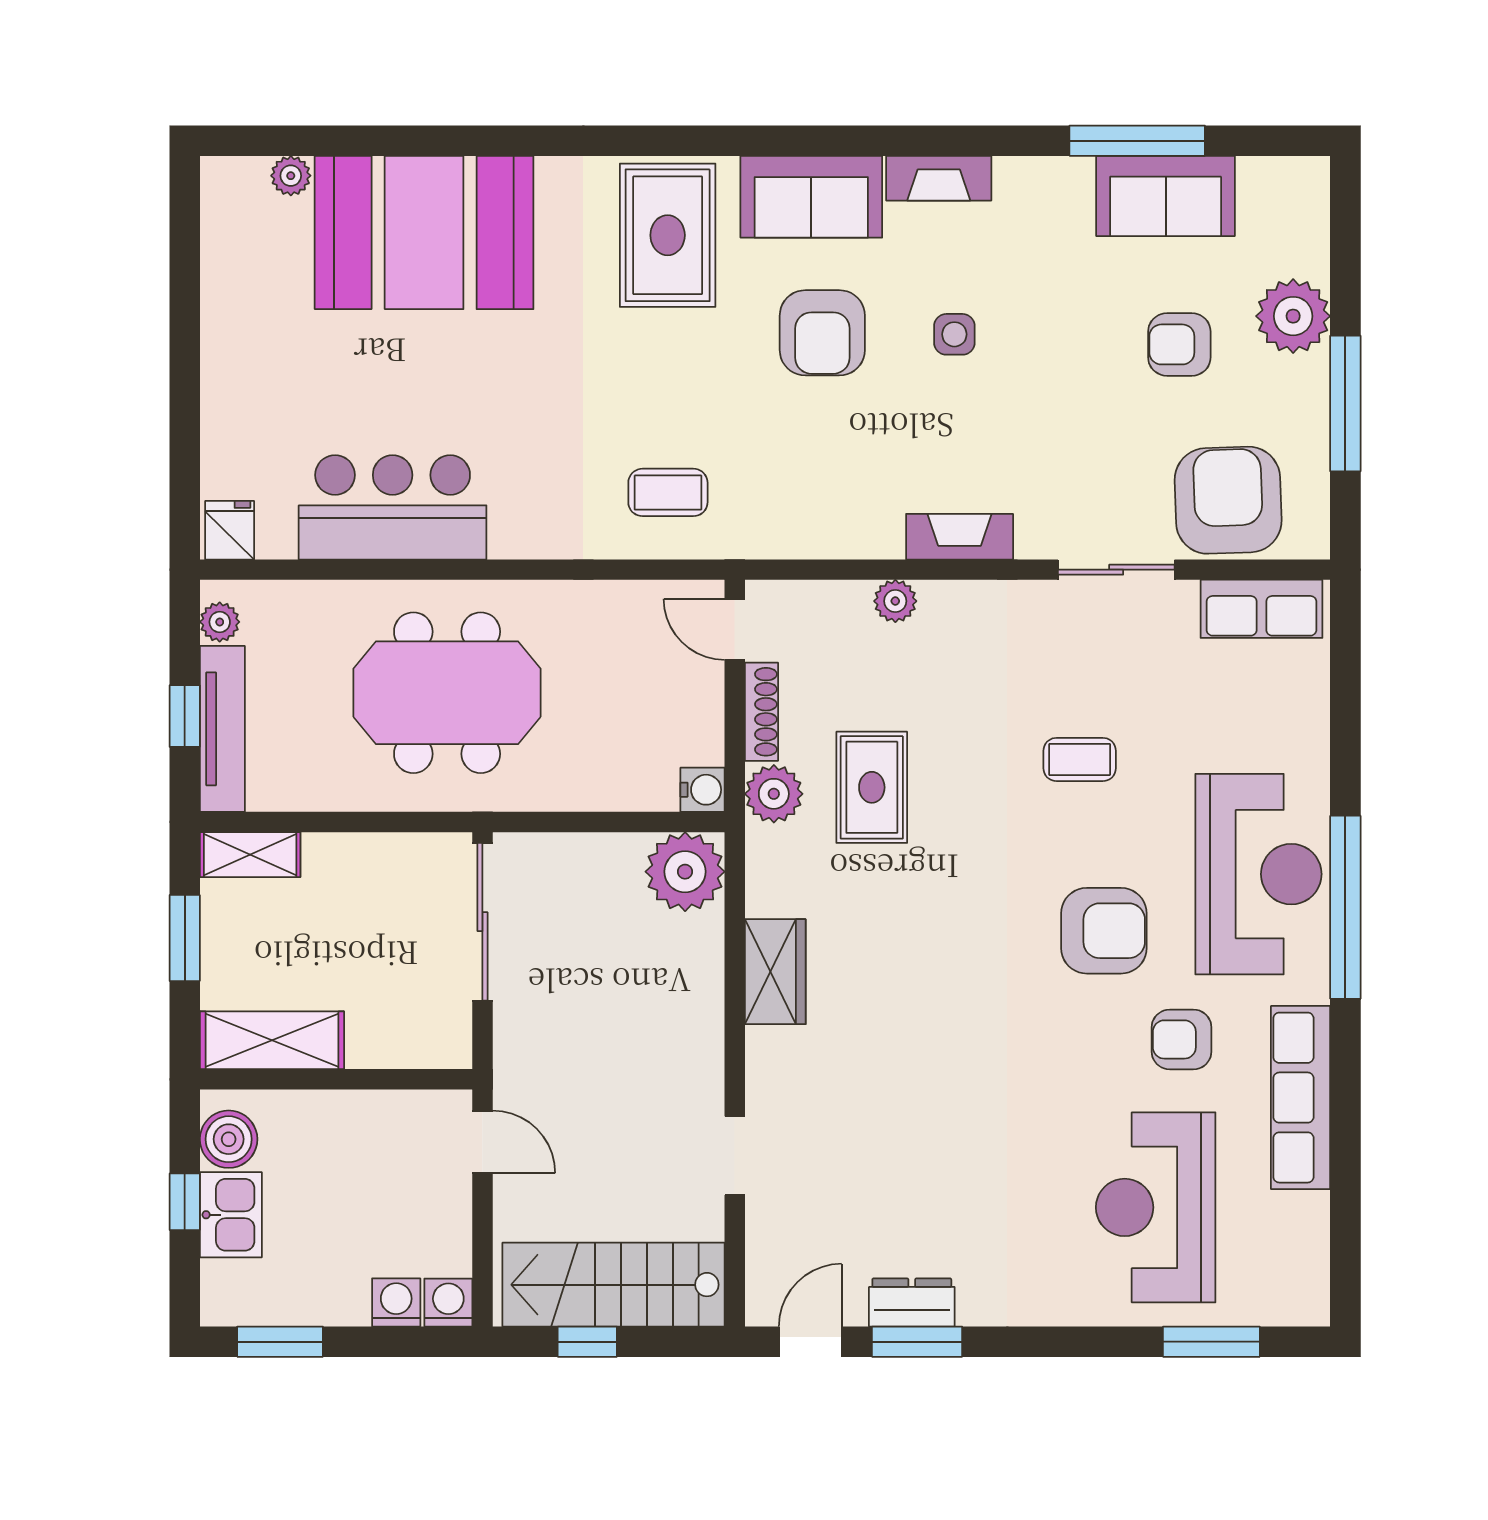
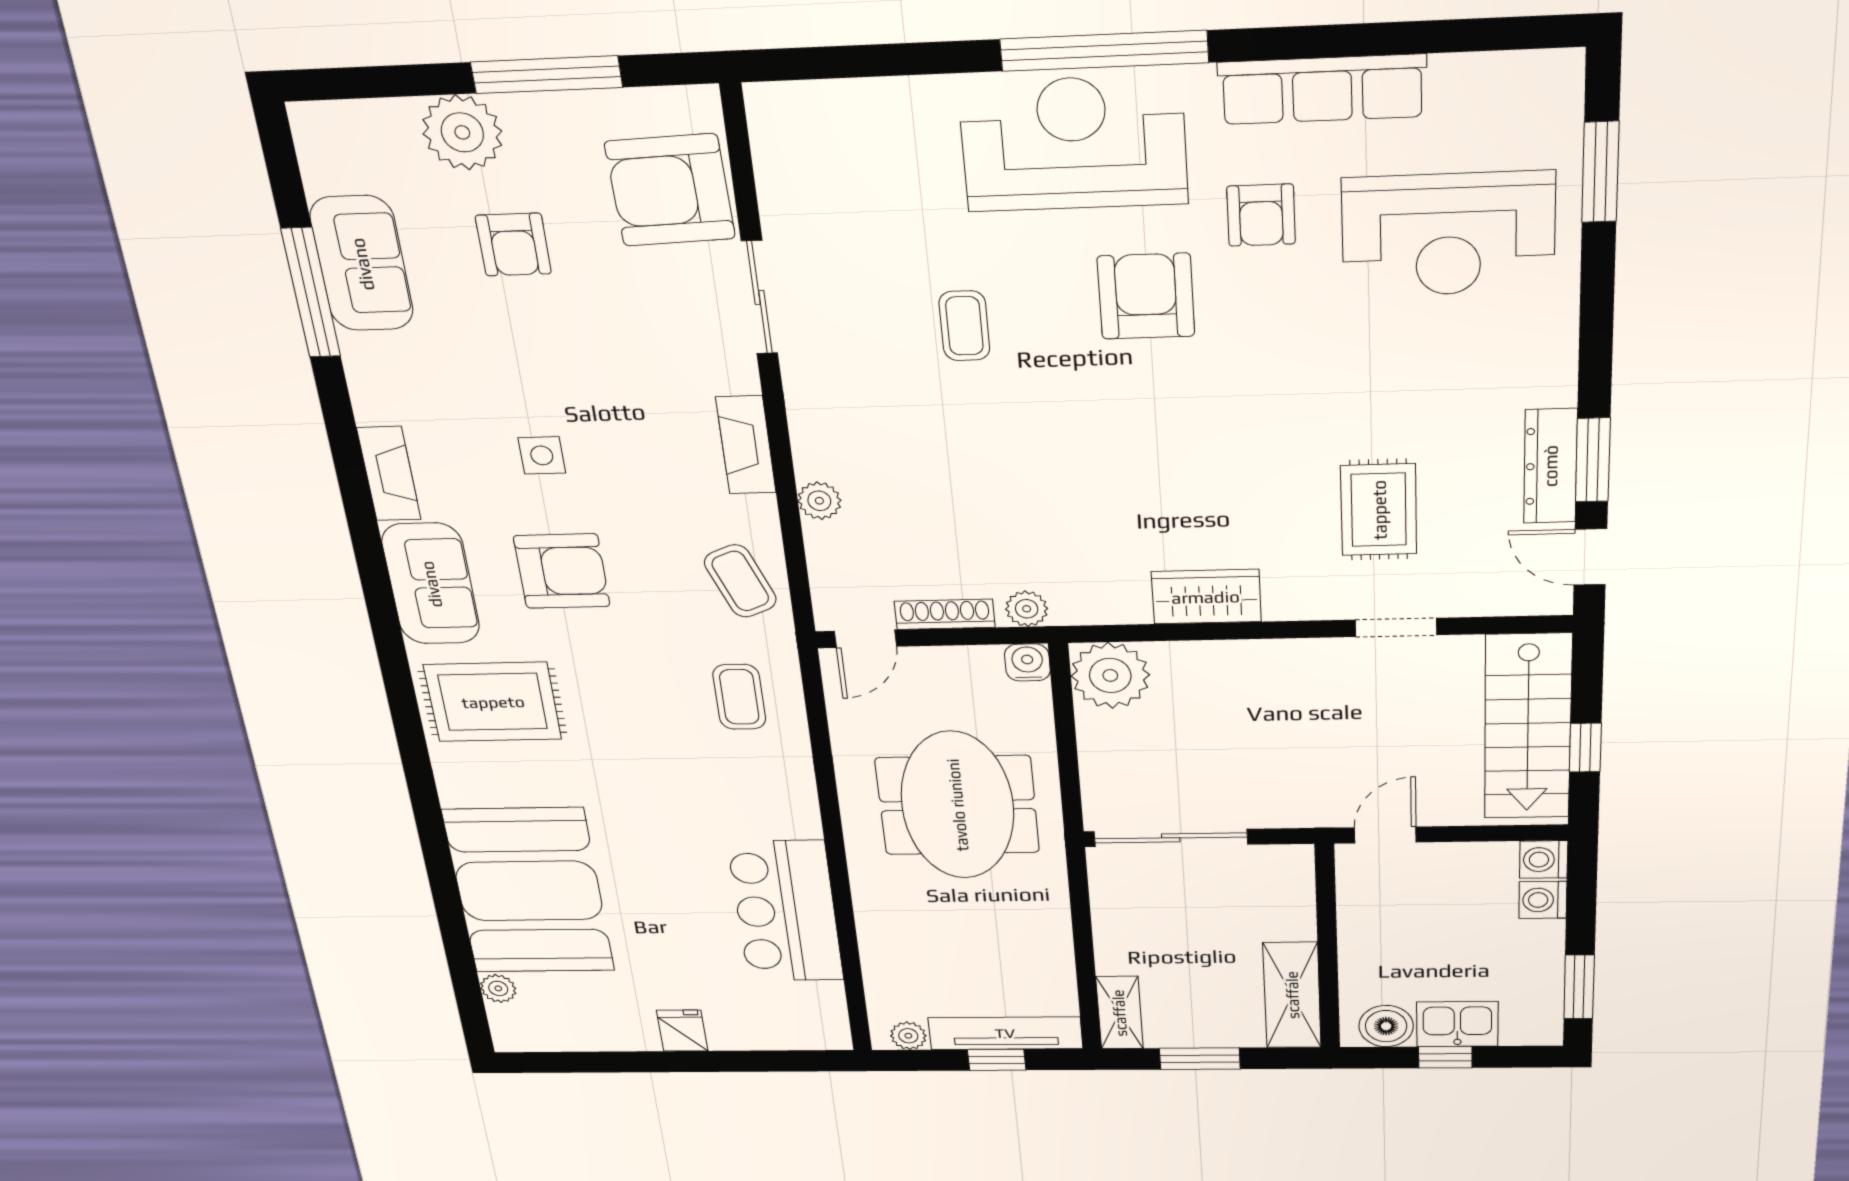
coffee table: (806, 511) -> (740, 581), added
fridge: (230, 530) -> (682, 1031), moved, turned 90
row of seats: (1261, 609) -> (782, 152), removed
meeting table: (447, 693) -> (957, 805), moved
rug: (872, 787) -> (1379, 510), moved, turned 90
plant: (774, 794) -> (1027, 609), width x0.73, depth x0.73
dresser: (912, 1302) -> (1550, 466), width x1.44

